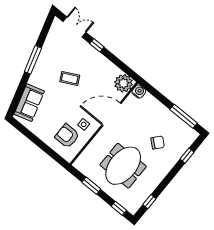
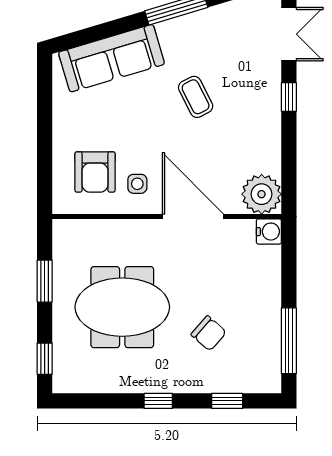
sofa: (29, 103) -> (112, 58), width x1.36
armchair: (67, 136) -> (95, 172), turned 180
window: (149, 202) -> (158, 401), moved

